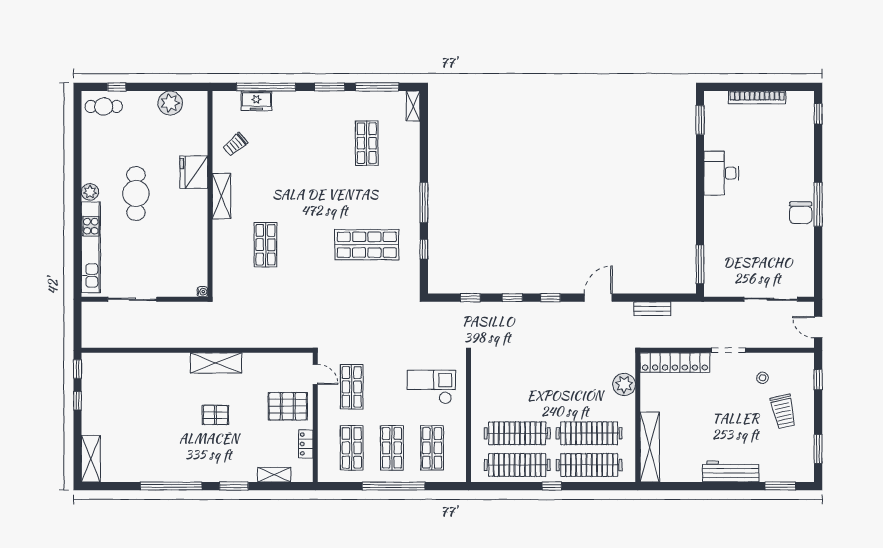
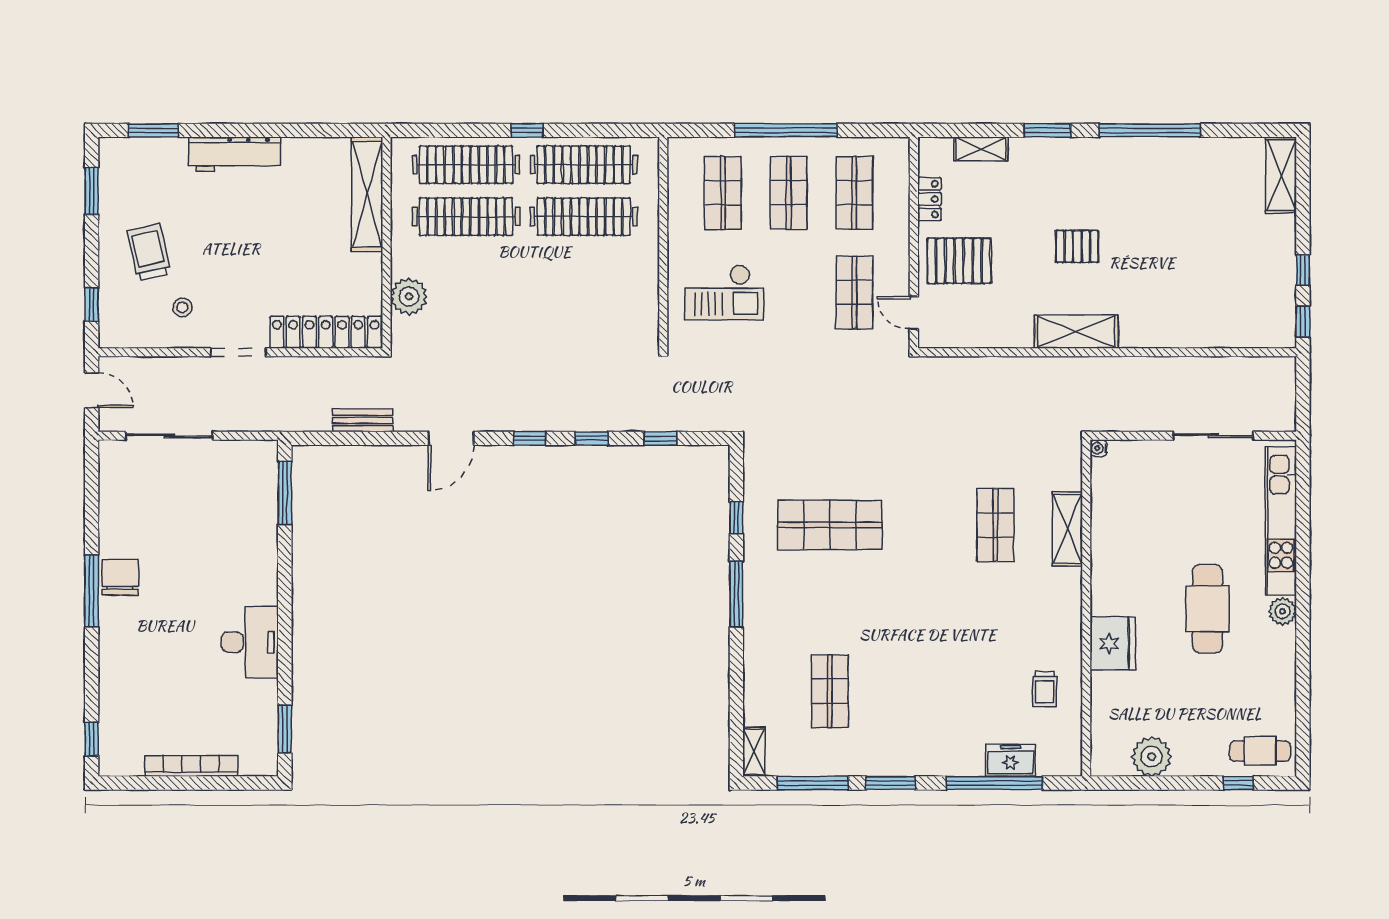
trolley: (235, 144) -> (1045, 689), turned 130
shelving: (222, 196) -> (1067, 529), moved

